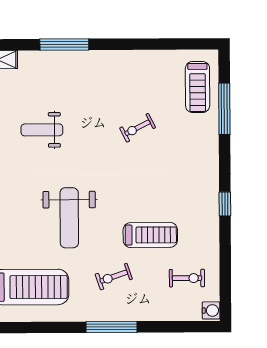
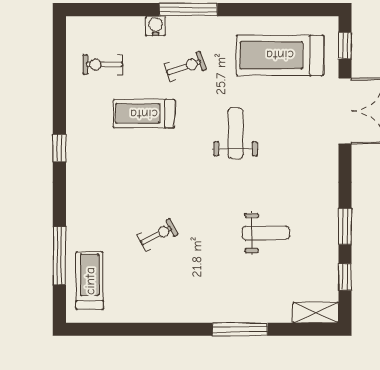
weight bench: (69, 218) -> (235, 133), width x0.73, depth x0.75
water cooler: (211, 310) -> (156, 26), moved, turned 90

